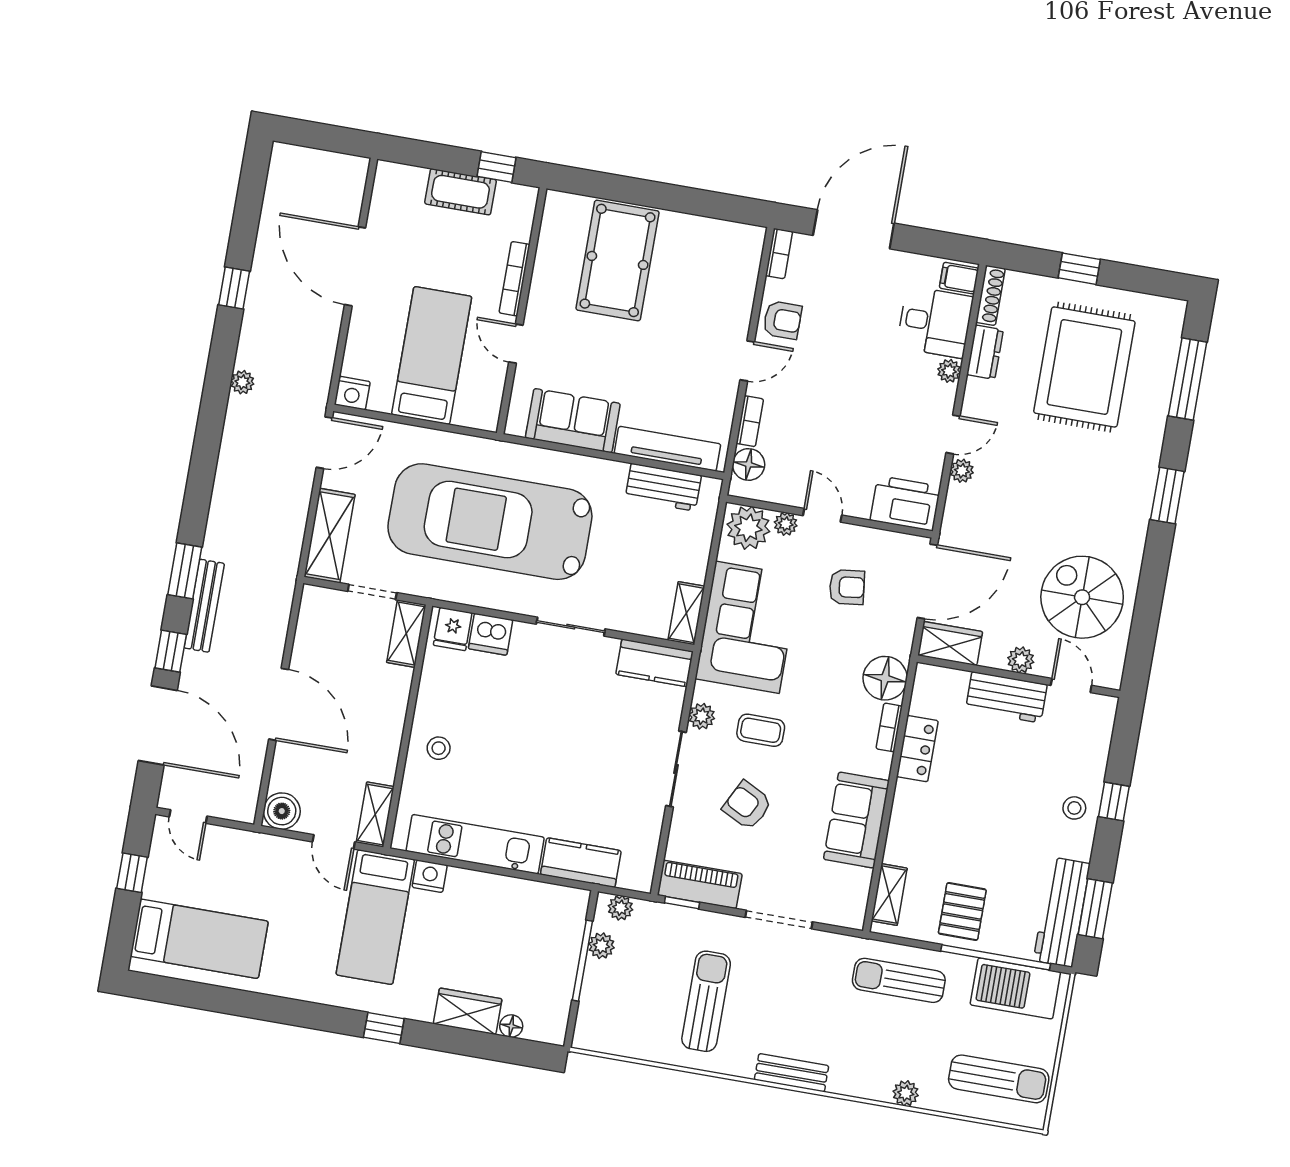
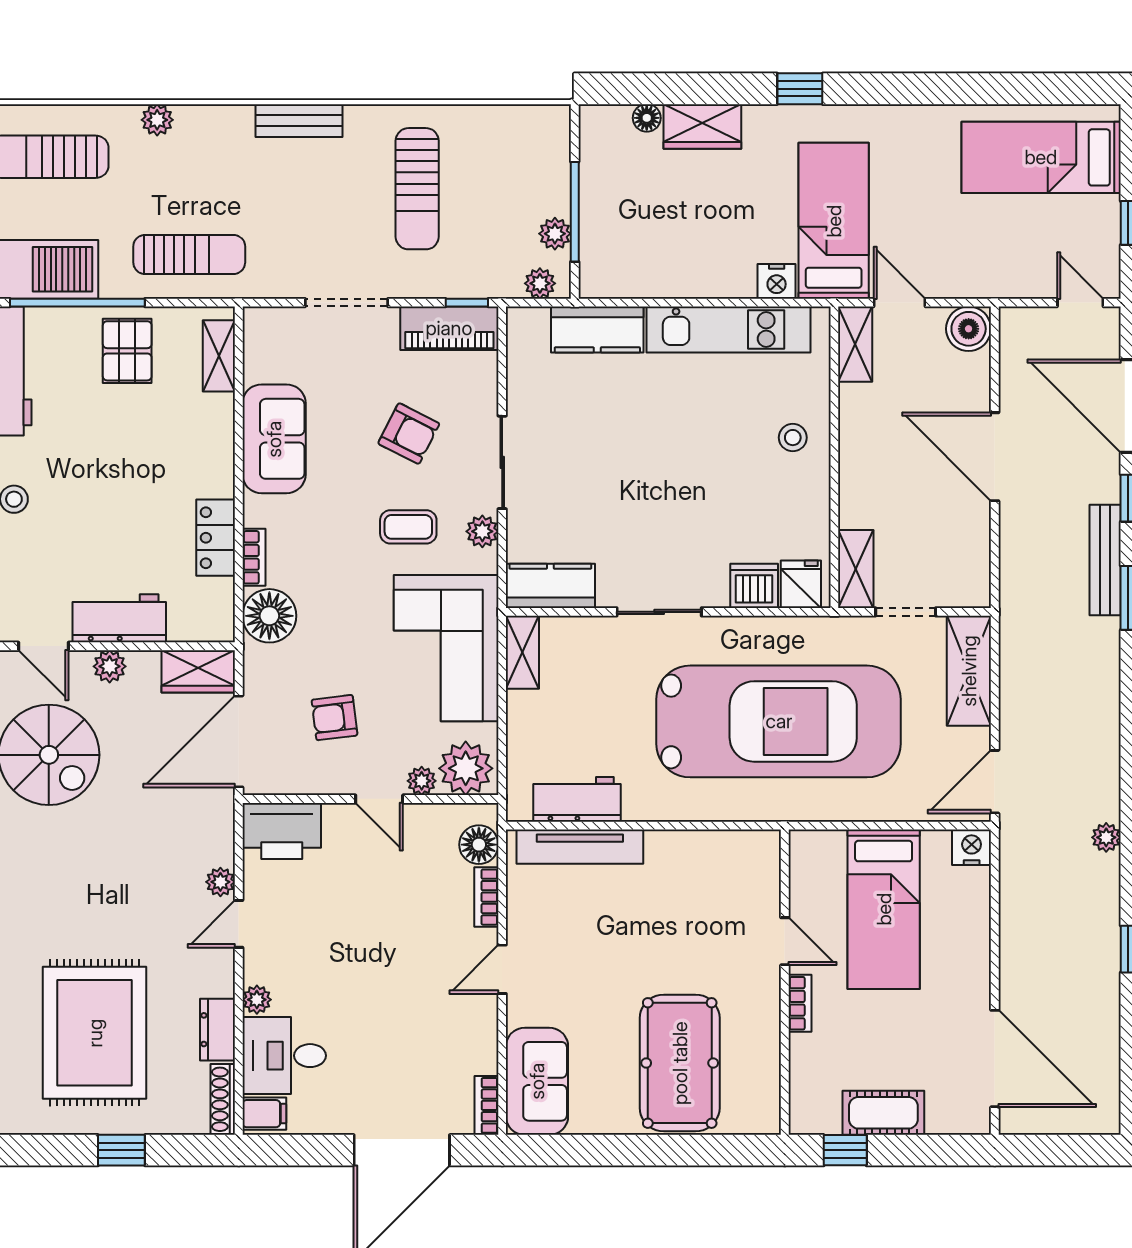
door: (355, 266) -> (995, 1059), moved
bookcase: (515, 279) -> (800, 1003), width x0.64
armchair: (782, 320) -> (468, 1026), removed
sofa: (573, 421) -> (537, 1081), moved, turned -90

